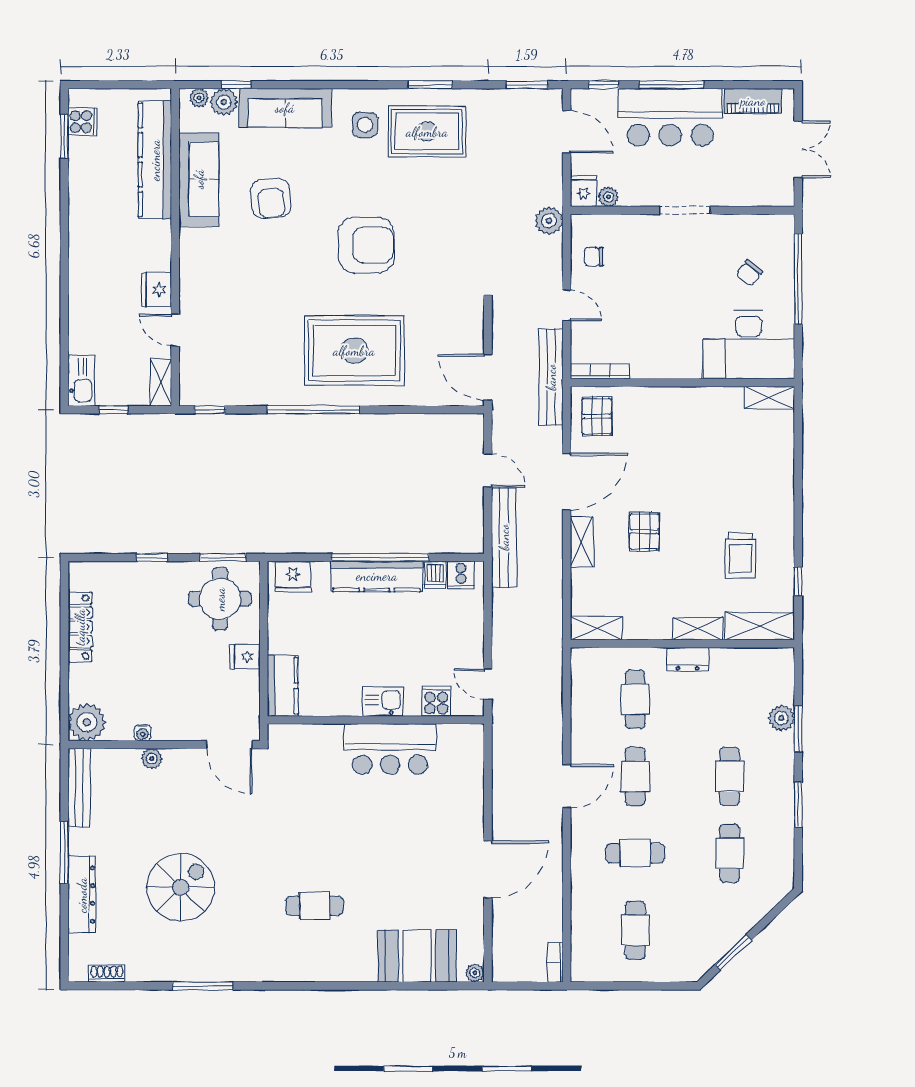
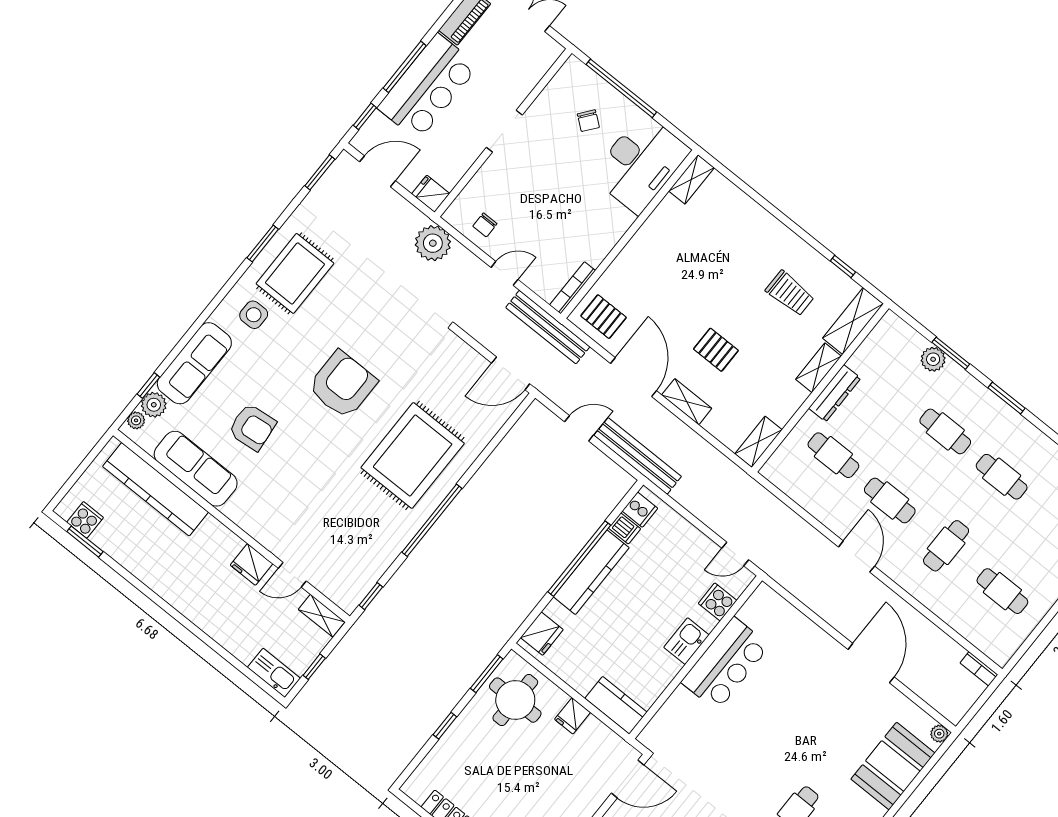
plant: (608, 197) -> (450, 179), removed
plant: (549, 221) -> (433, 243), width x1.36, depth x1.36
dresser: (688, 659) -> (835, 393), width x1.44

